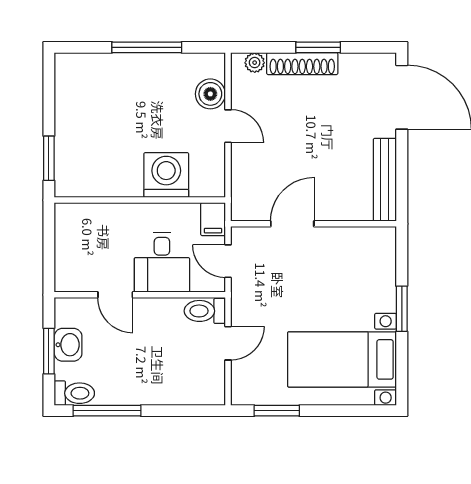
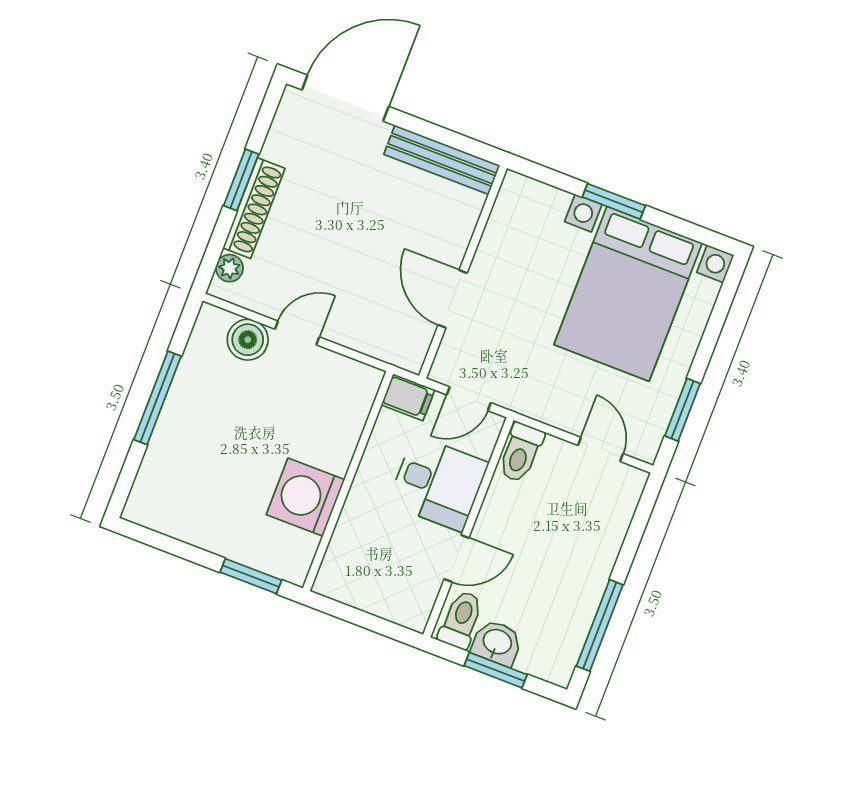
washing machine: (166, 175) -> (305, 497), moved
door: (228, 343) -> (601, 449), moved
bed with nightstands: (342, 359) -> (628, 294), width x1.36
toilet: (74, 393) -> (461, 620), moved

